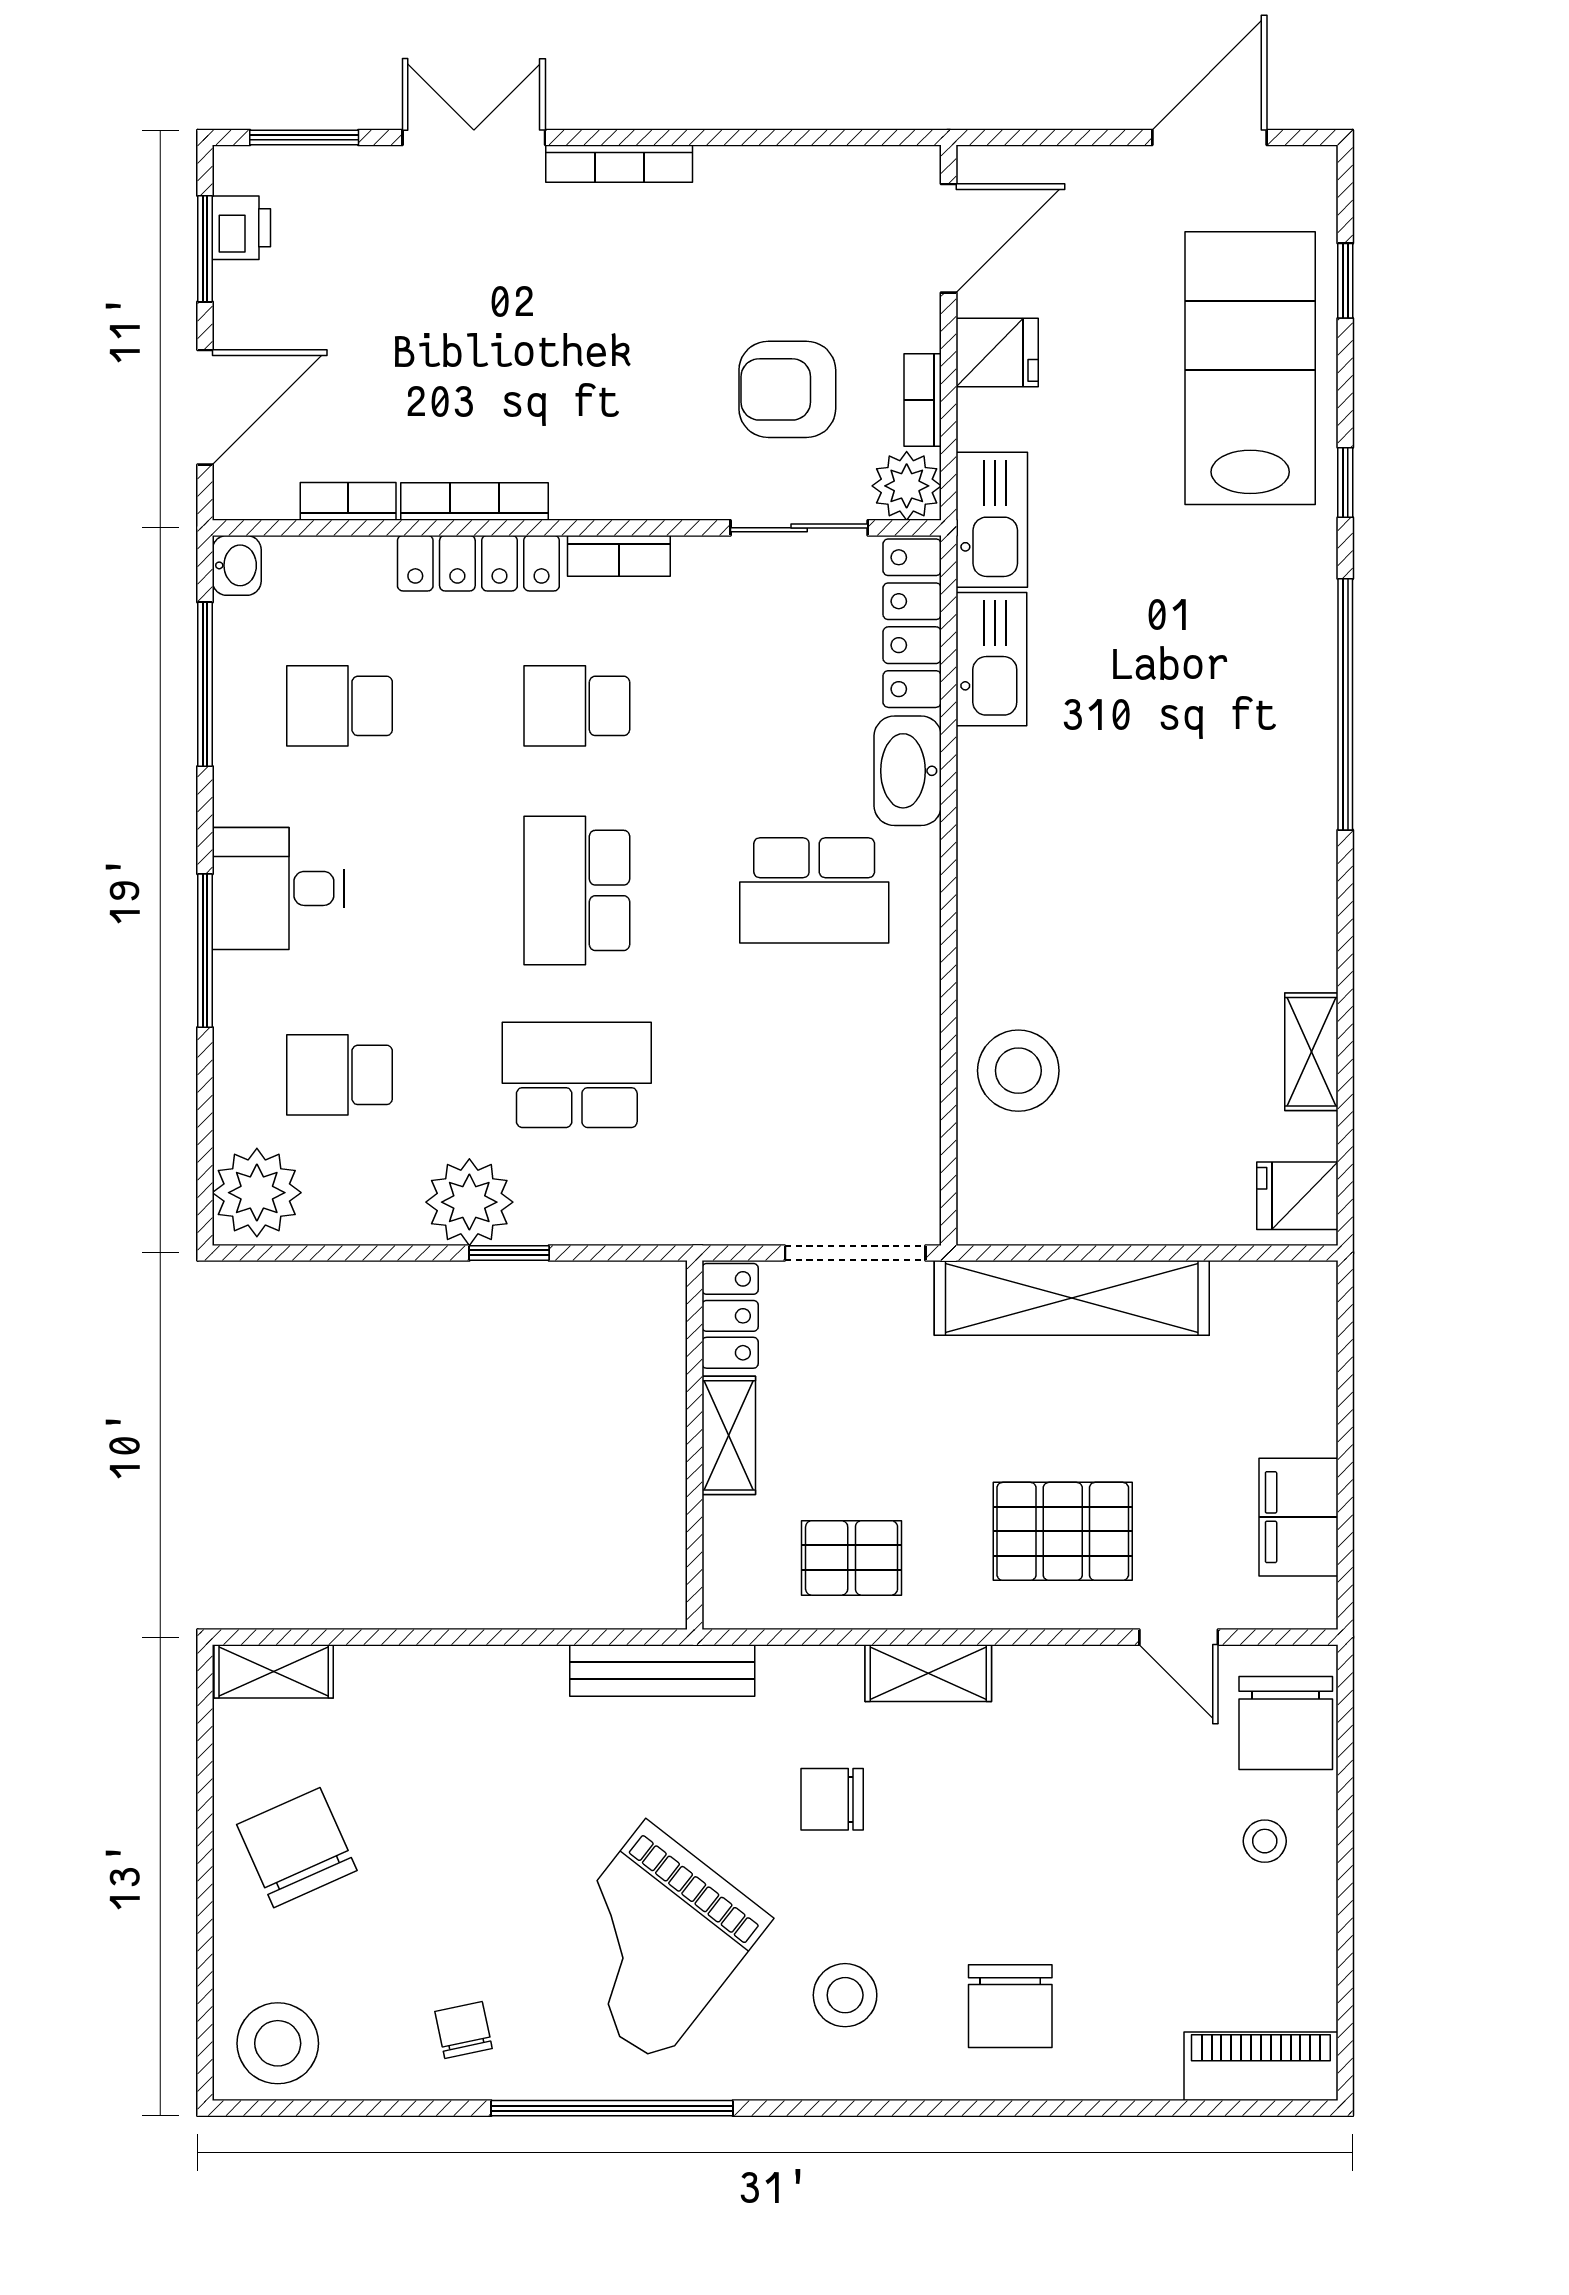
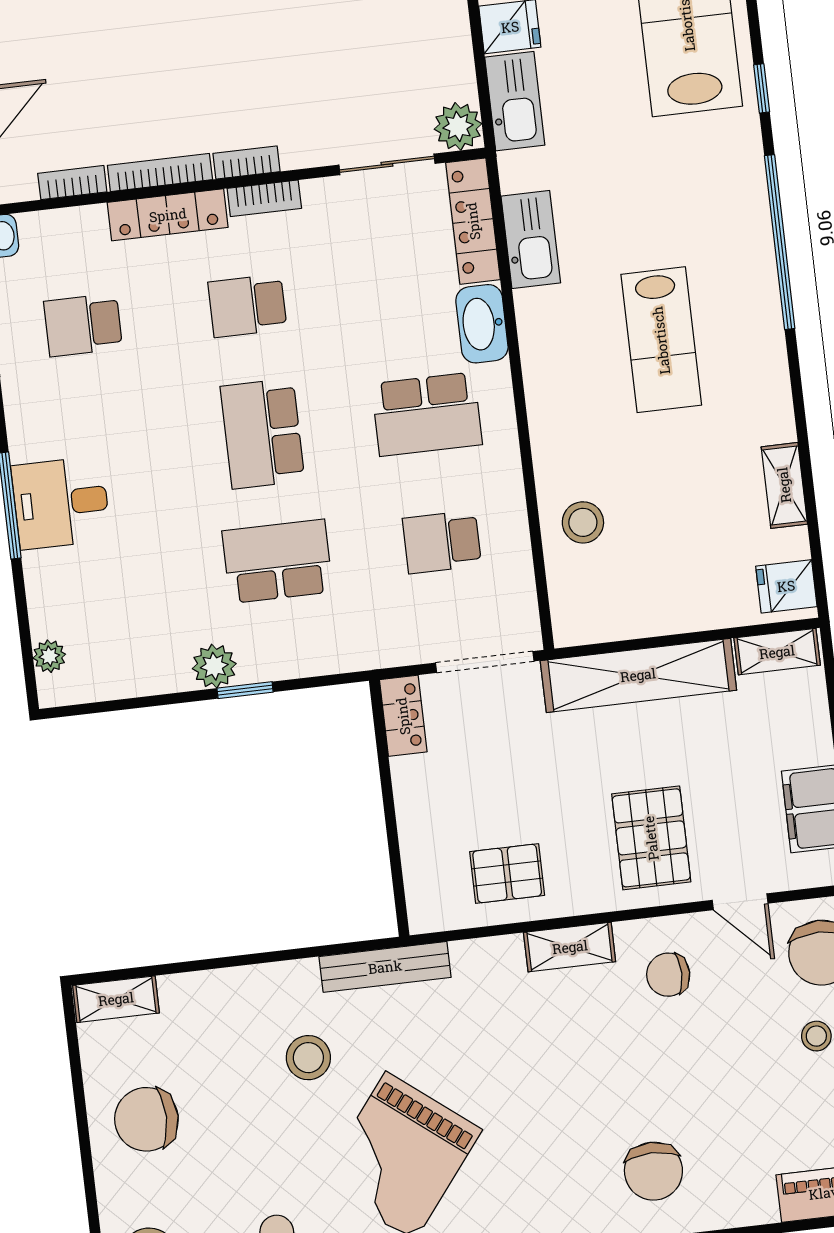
armchair: (787, 389) -> (367, 69), removed
bookcase: (923, 400) -> (247, 163), moved, turned 90
kitchen sink: (992, 520) -> (515, 101), moved
lab bench: (1160, 824) -> (661, 340), added
desk: (278, 888) -> (61, 503), moved
stool: (1018, 1071) -> (583, 522), width x0.73, depth x0.73
school desk: (340, 1075) -> (442, 542), moved
plant: (257, 1193) -> (49, 656), width x0.53, depth x0.53
plant: (469, 1202) -> (214, 666), width x0.73, depth x0.73
shelving: (729, 1435) -> (777, 652), moved, turned 90
pallet: (1063, 1531) -> (651, 838), turned 90
chair: (832, 1799) -> (668, 975), moved
chair: (297, 1848) -> (146, 1119), turned -66
stool: (845, 1995) -> (308, 1058), moved

